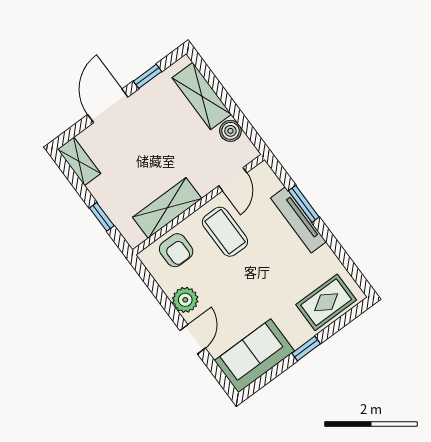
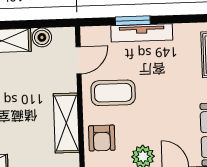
door: (233, 179) -> (79, 60), hinge flipped
armchair: (176, 250) -> (102, 138), turned 90

